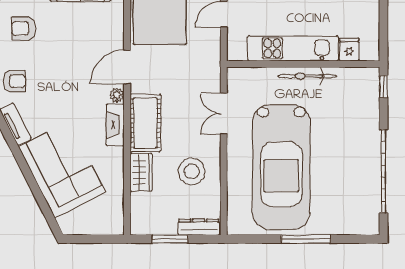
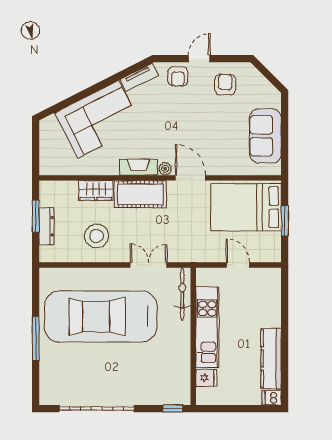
bicycle: (307, 76) -> (182, 294), moved
dresser: (199, 227) -> (46, 226), moved

